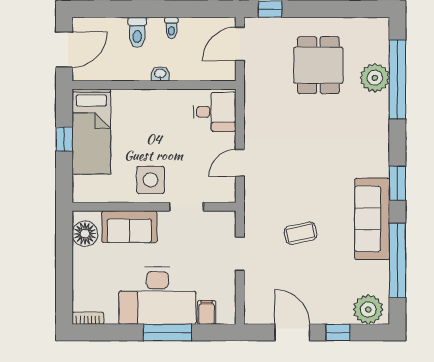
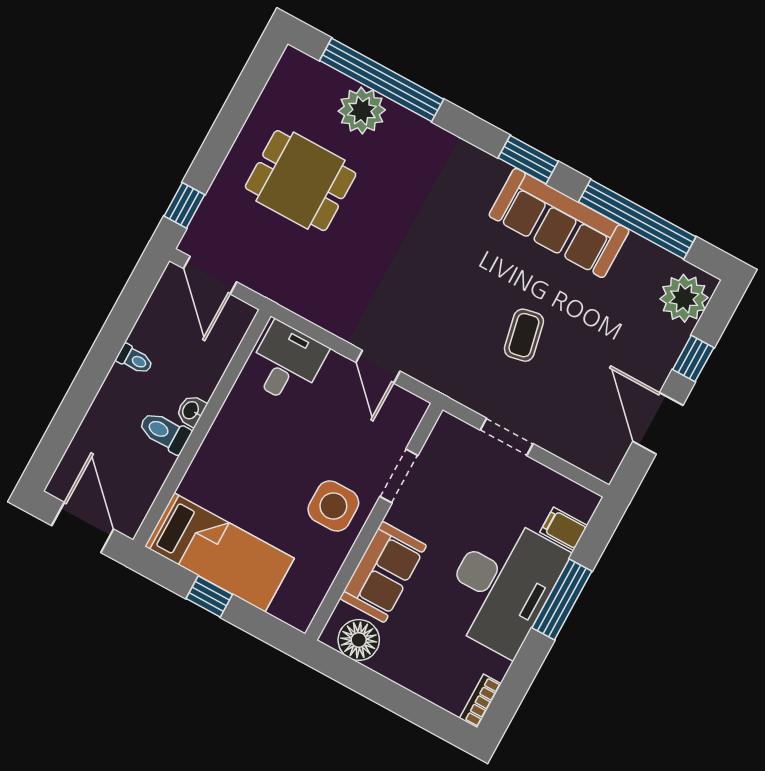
toilet: (137, 32) -> (165, 432), moved, turned 180
door: (292, 332) -> (658, 423), hinge flipped

